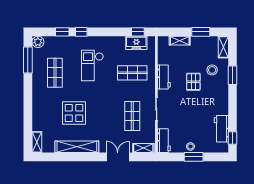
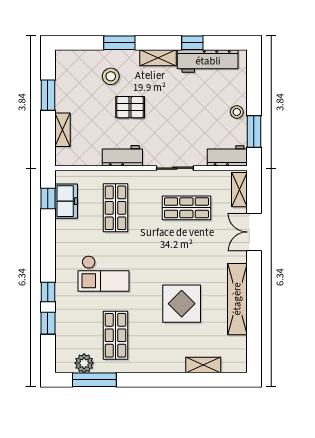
plant: (38, 42) -> (84, 363), moved
shelving: (223, 47) -> (158, 58), moved
shop shelf: (55, 73) -> (115, 335), turned 90
workbench: (221, 129) -> (208, 61), width x1.37
window: (232, 138) -> (192, 43), moved
shelving: (37, 142) -> (203, 365), moved
window: (194, 157) -> (254, 131), moved

